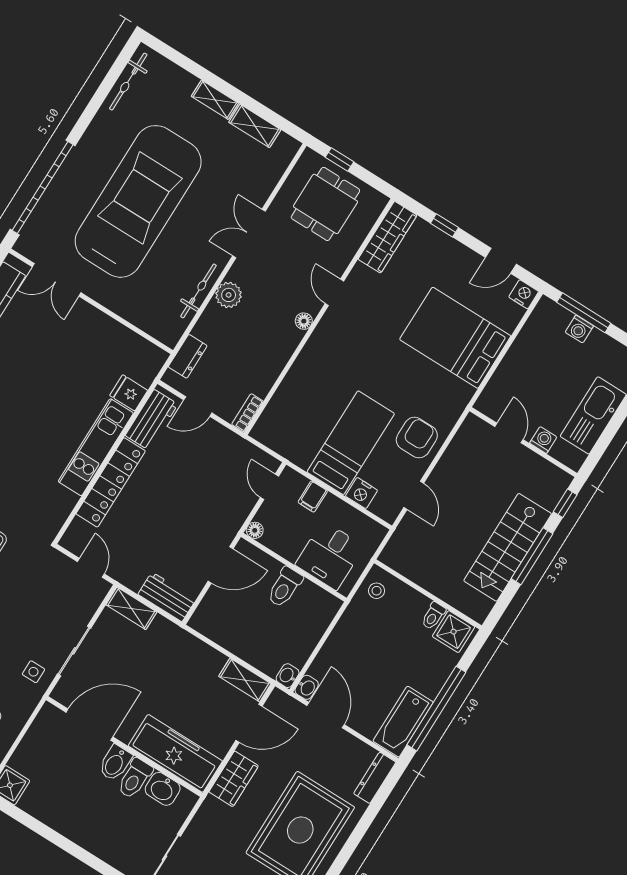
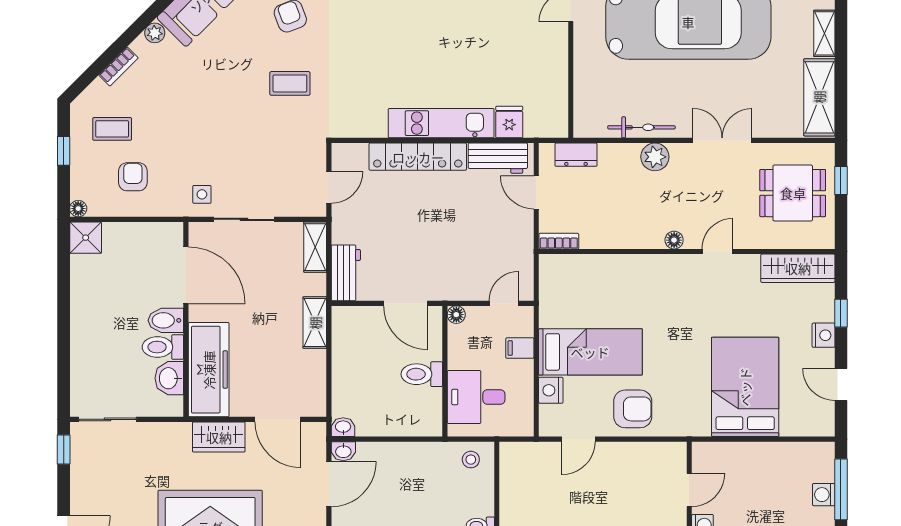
shelving: (255, 126) -> (819, 97), width x1.50, depth x1.33
nightstand: (524, 294) -> (824, 335), moved
shelving: (245, 680) -> (315, 323), moved

